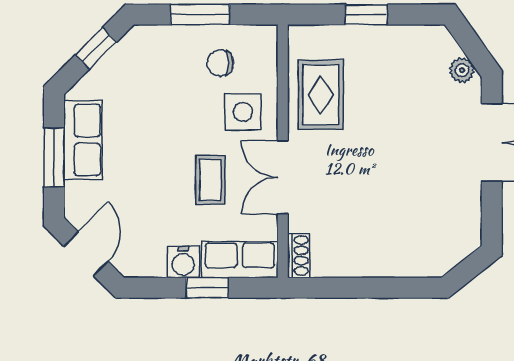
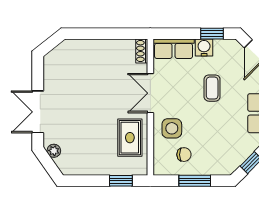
window: (366, 15) -> (121, 181), moved
double door: (283, 177) -> (150, 93), swing flipped
coffee table: (210, 180) -> (212, 88), moved
window: (207, 288) -> (212, 34), moved

